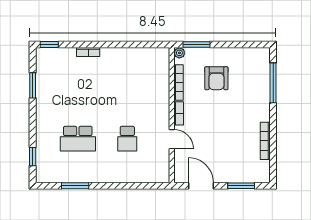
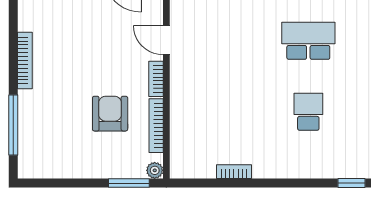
bookcase: (88, 52) -> (234, 172), moved
armchair: (216, 78) -> (110, 114), moved
school desk: (127, 139) -> (308, 112), moved
bookcase: (265, 141) -> (25, 60), moved

